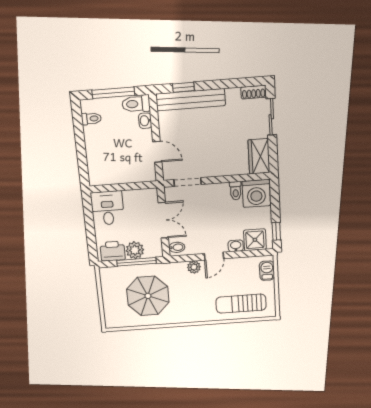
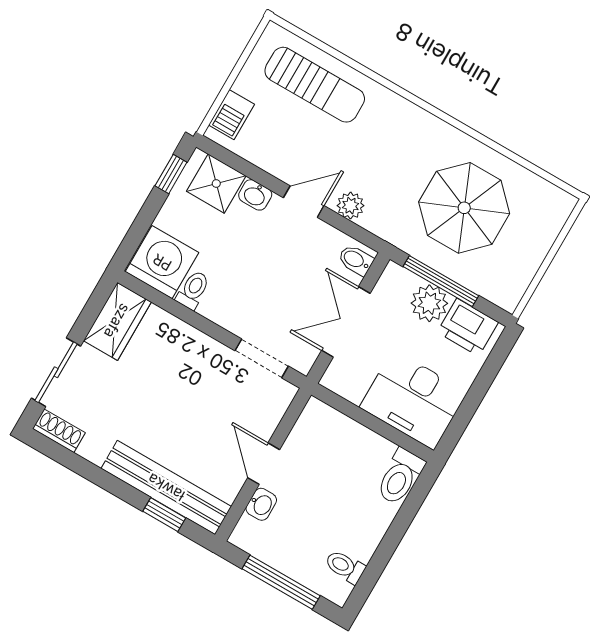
toilet: (136, 104) -> (400, 477), moved, turned 90
door: (157, 152) -> (264, 464), moved
desk: (108, 208) -> (413, 400), width x1.37

